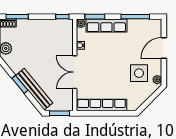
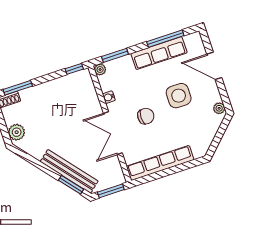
row of seats: (106, 26) -> (159, 53), moved
door: (164, 48) -> (214, 66), hinge flipped
chair: (103, 68) -> (146, 116), added
side table: (139, 73) -> (179, 96), moved
window: (20, 84) -> (71, 185), moved

